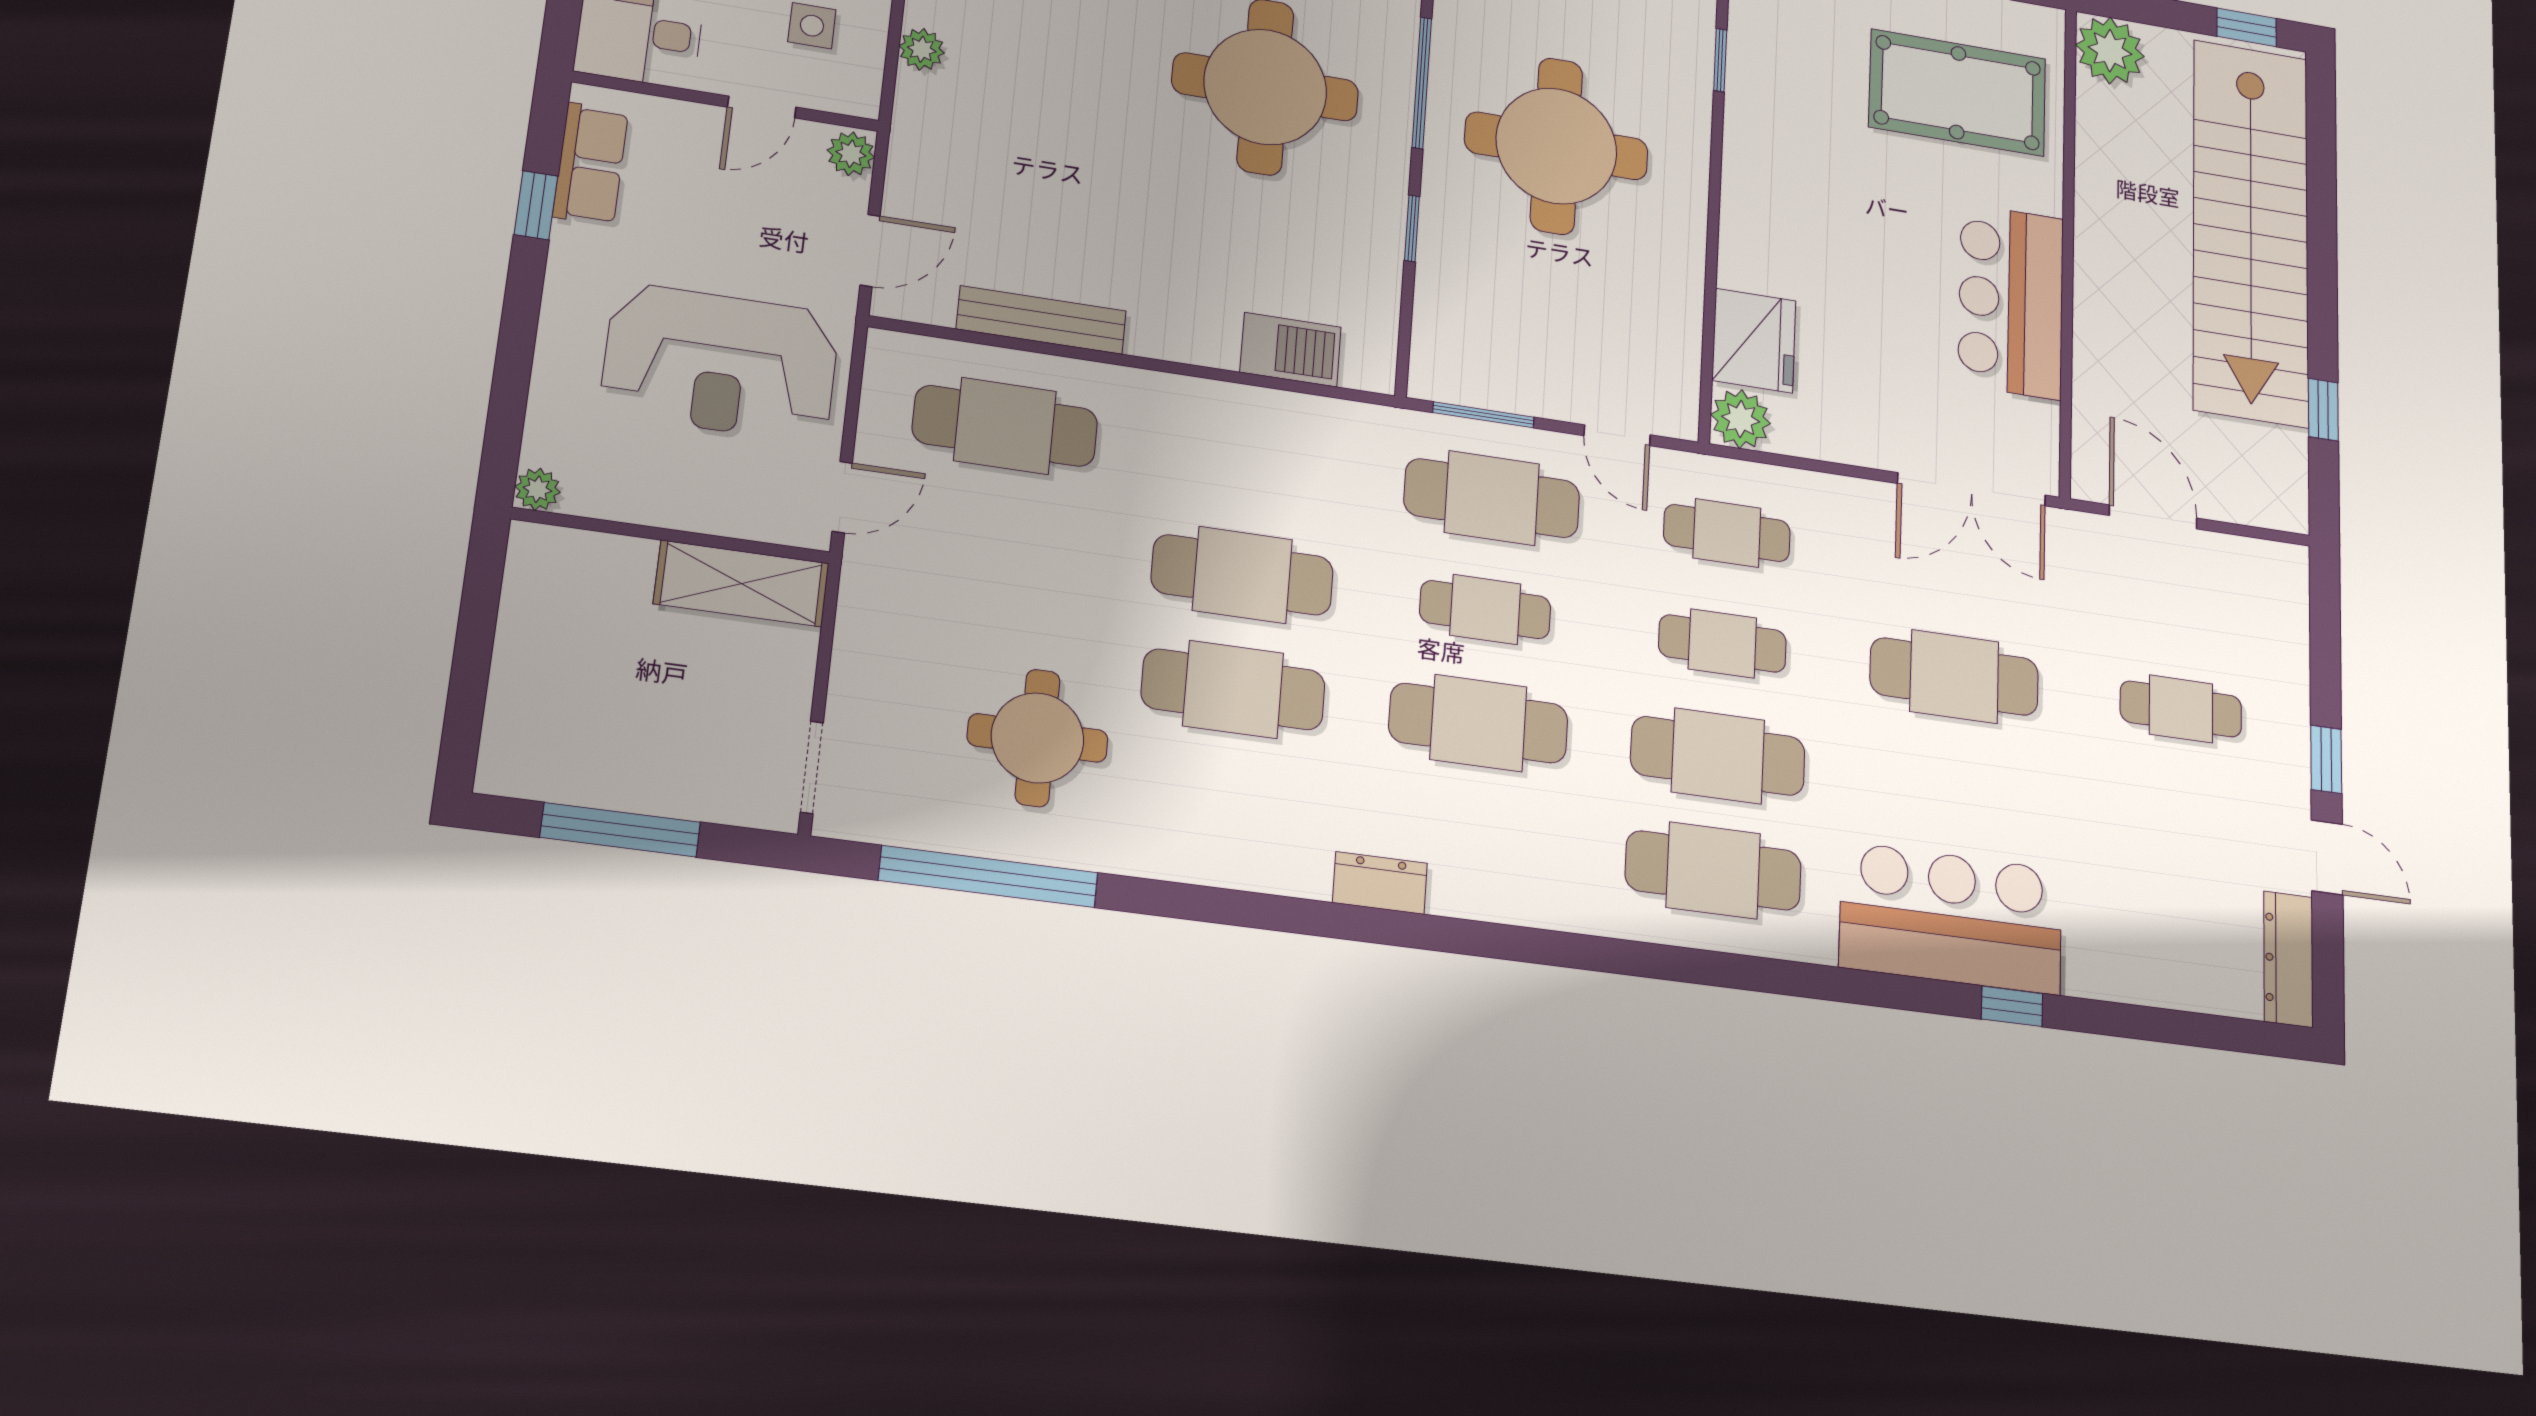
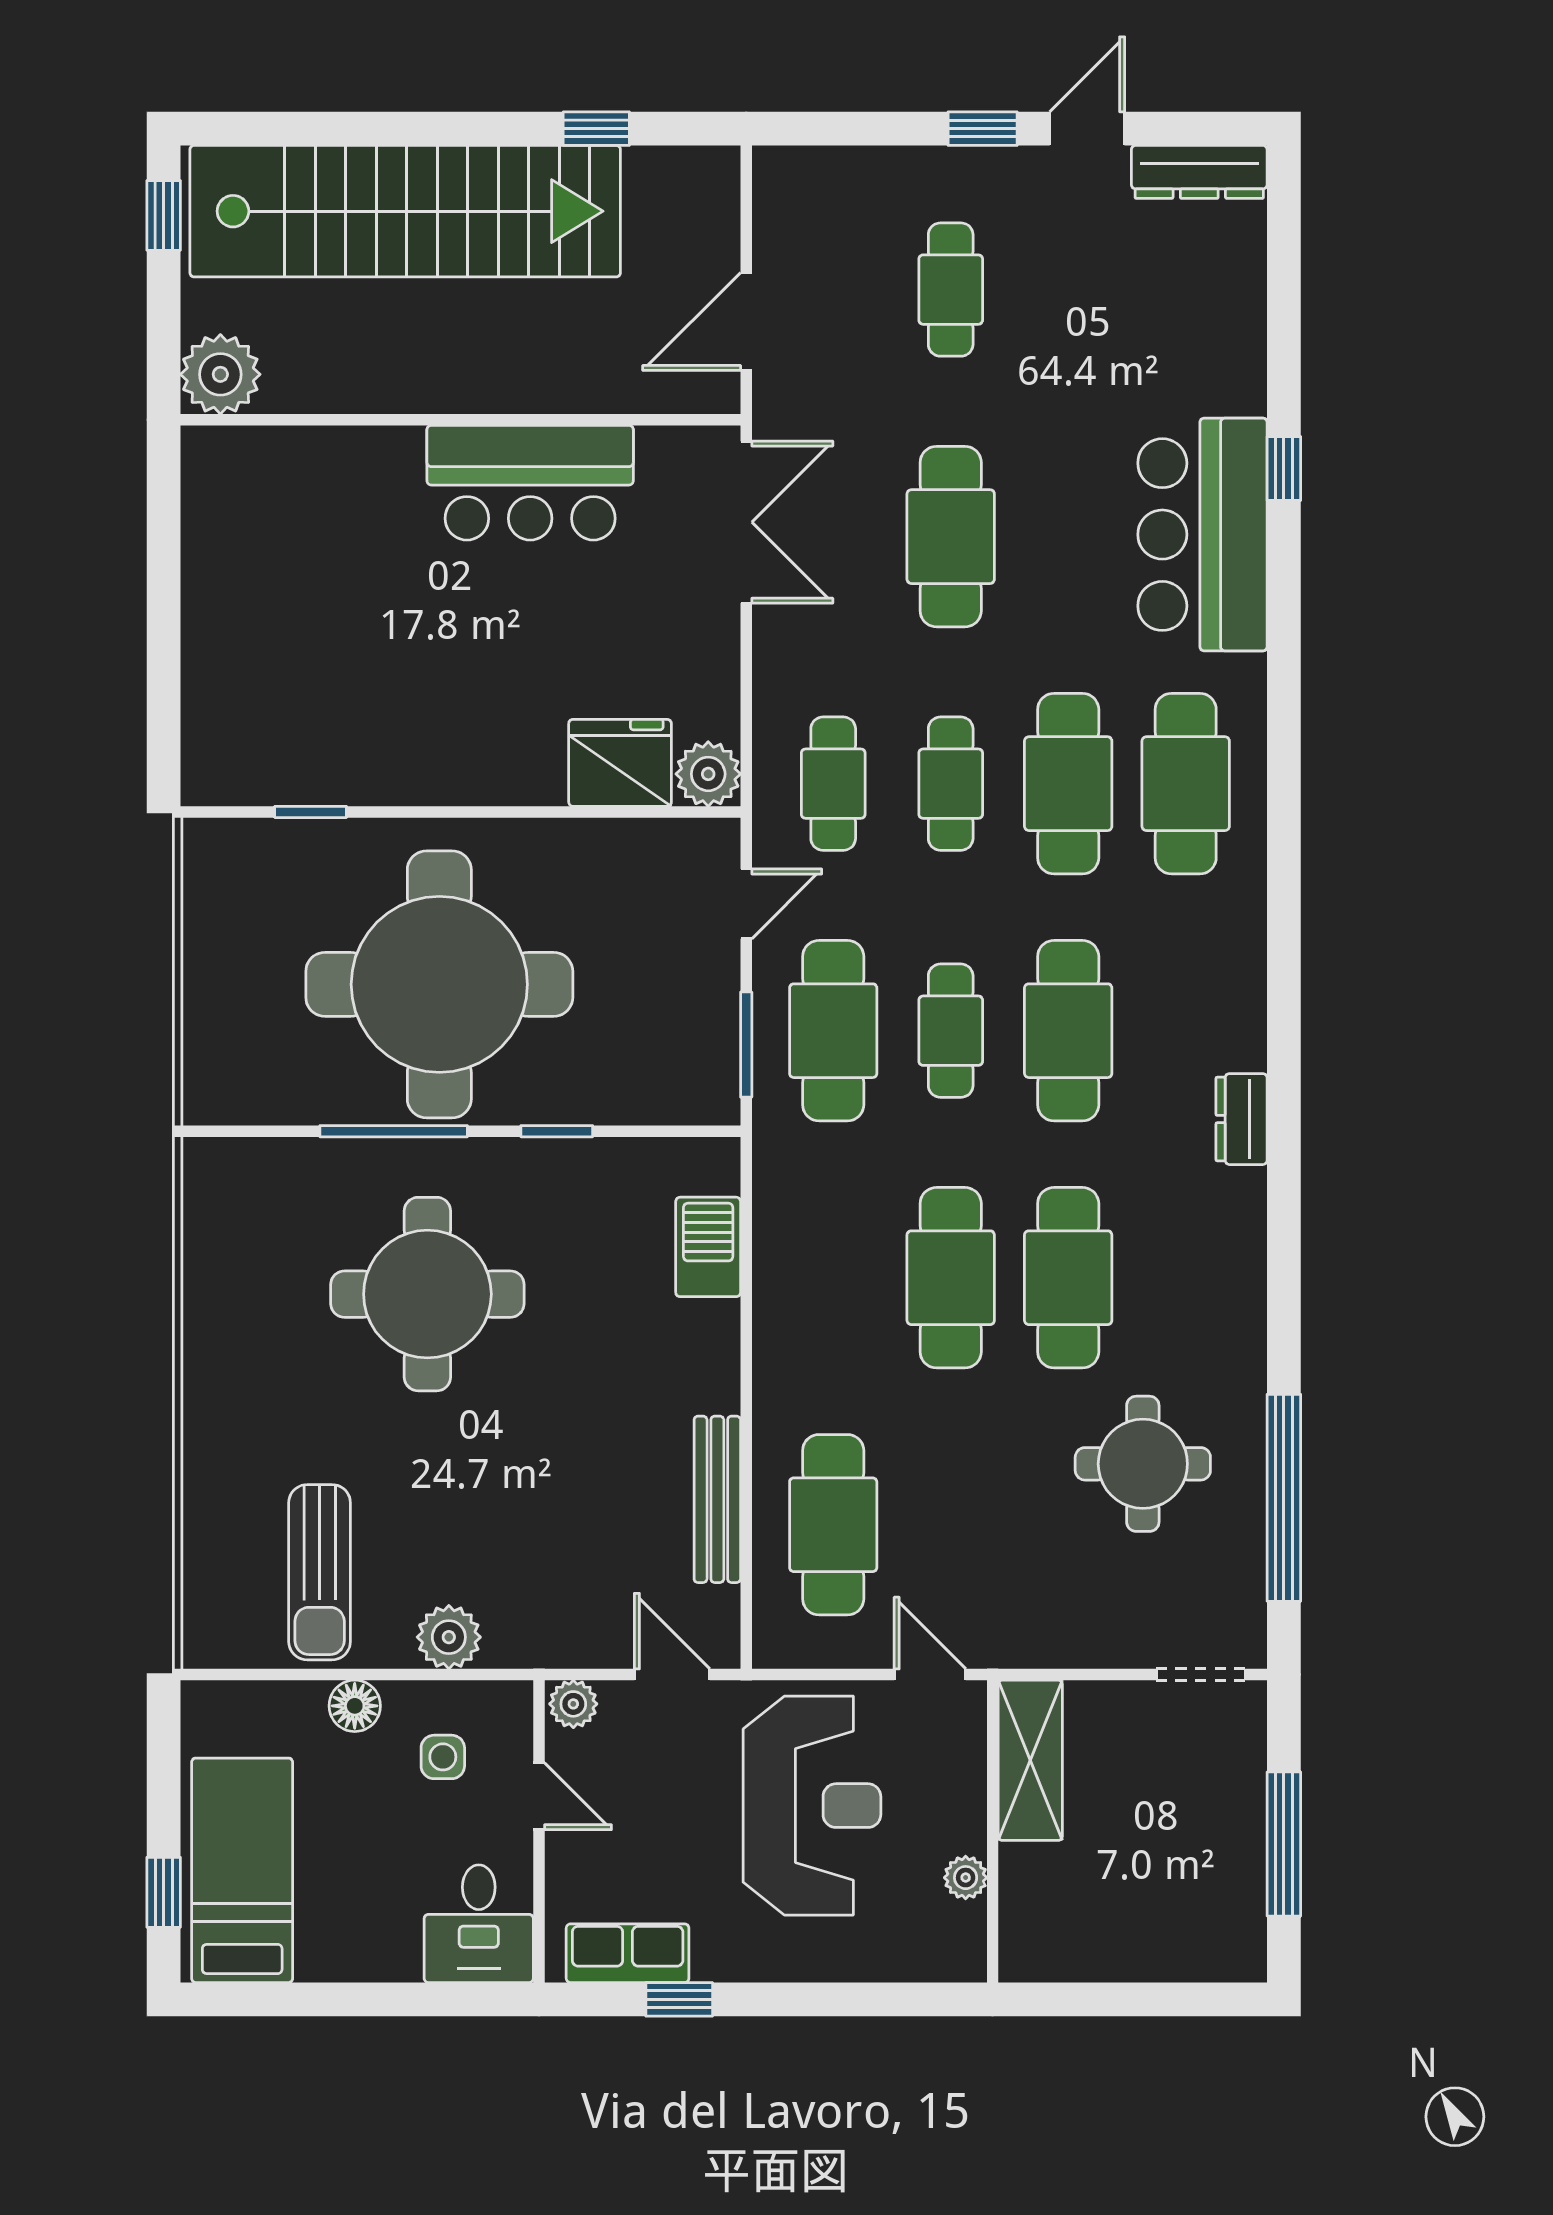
plant: (922, 49) -> (449, 1637), width x1.38, depth x1.38
pool table: (1958, 93) -> (301, 547), removed
round table: (1556, 146) -> (439, 984), width x1.36, depth x1.36
plant: (537, 489) -> (966, 1878), moved

